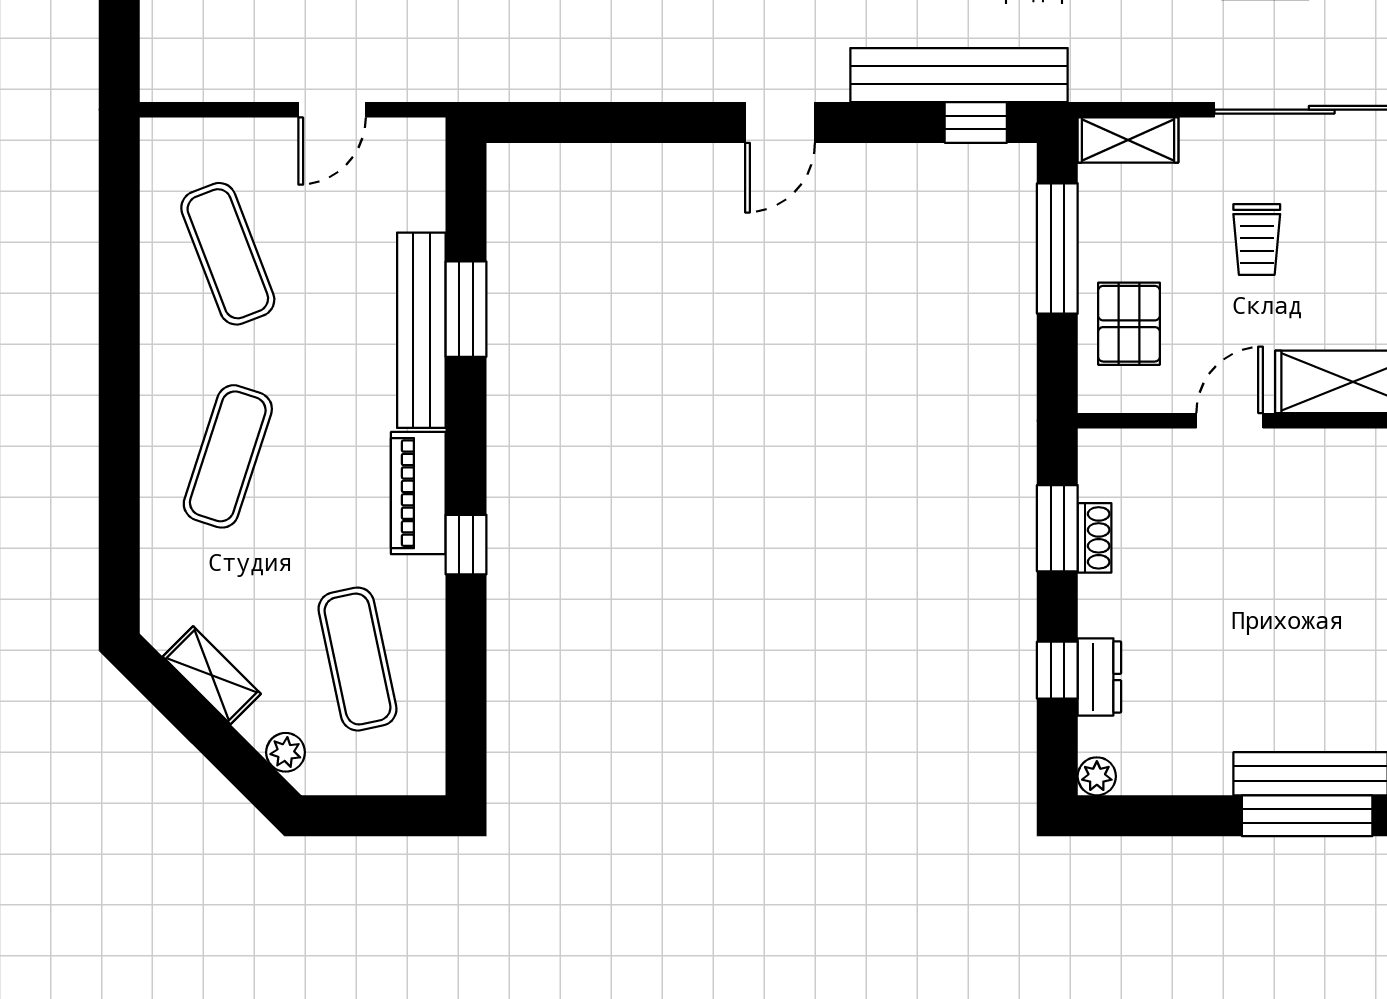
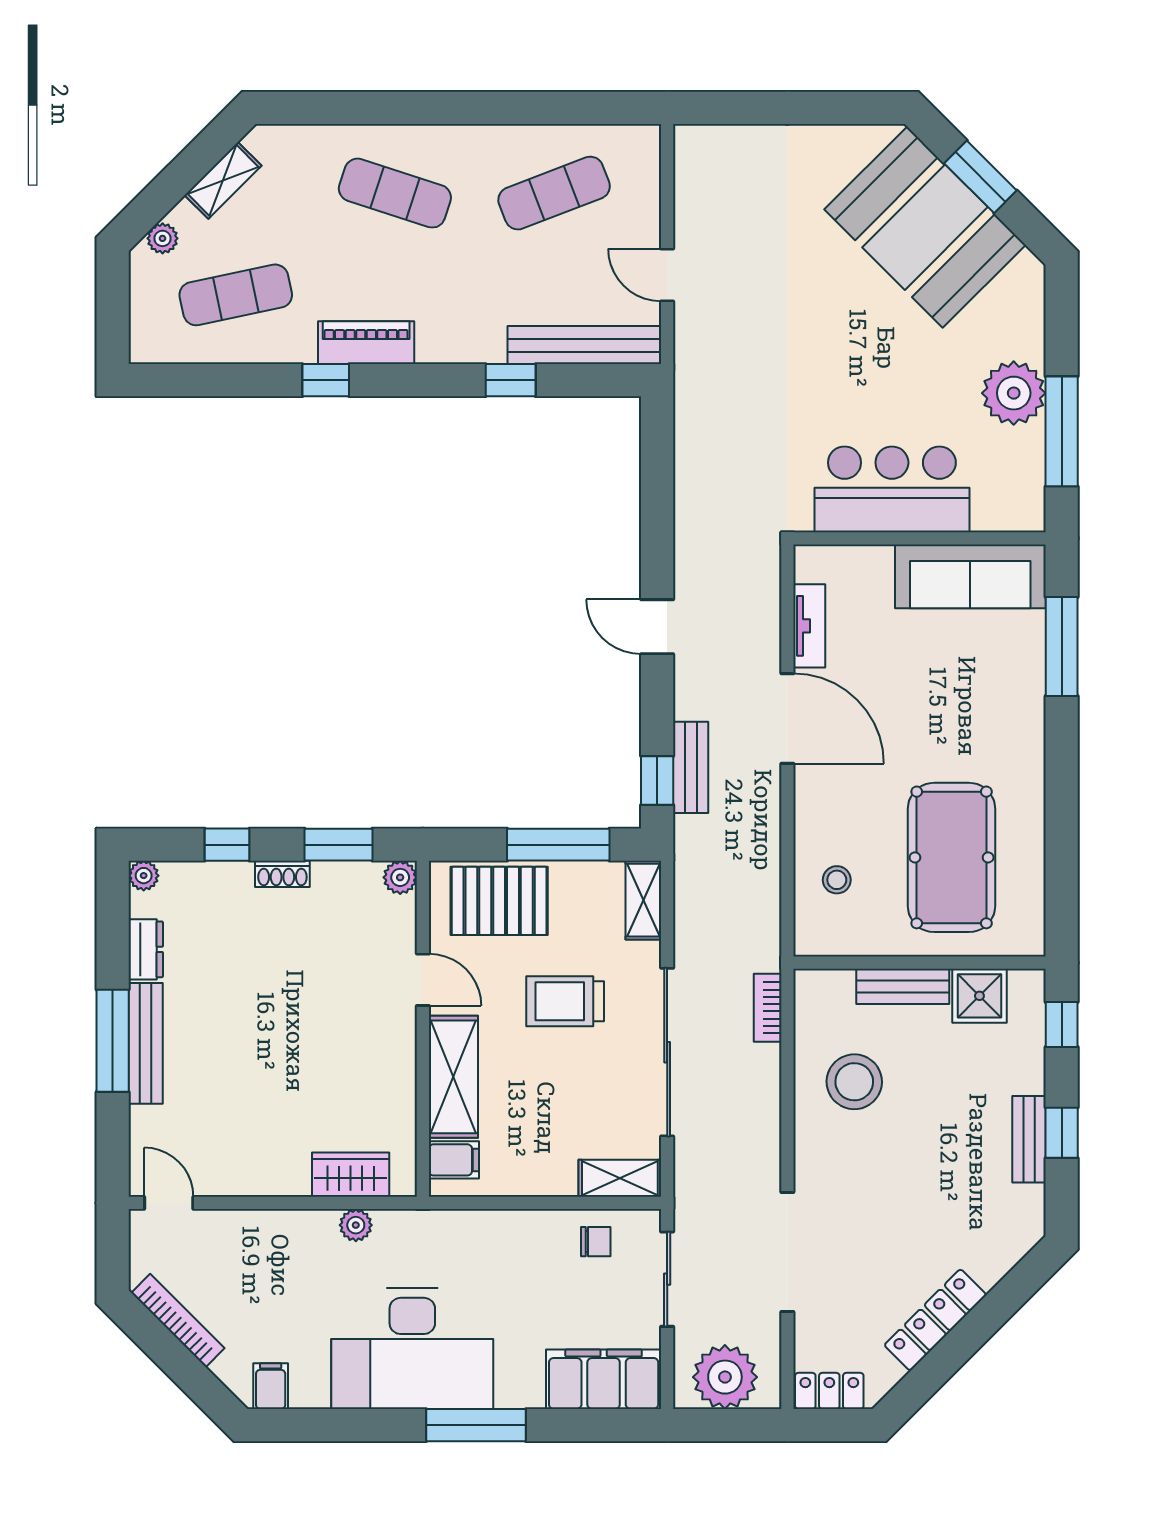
bench: (959, 75) -> (691, 767), width x0.54, depth x0.82
trolley: (1257, 240) -> (565, 1001), width x1.36, depth x1.39
window: (466, 309) -> (511, 380), width x0.67
pallet: (1129, 324) -> (499, 901), width x1.50, depth x1.42
bench: (421, 330) -> (584, 345), moved
plant: (1099, 450) -> (400, 877), added
shoe rack: (1095, 538) -> (282, 874), moved
dresser: (1099, 677) -> (146, 949), moved, turned -90

